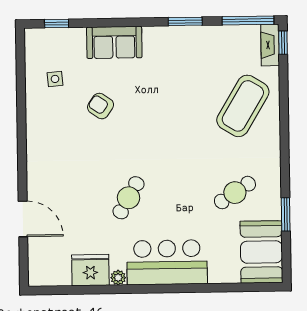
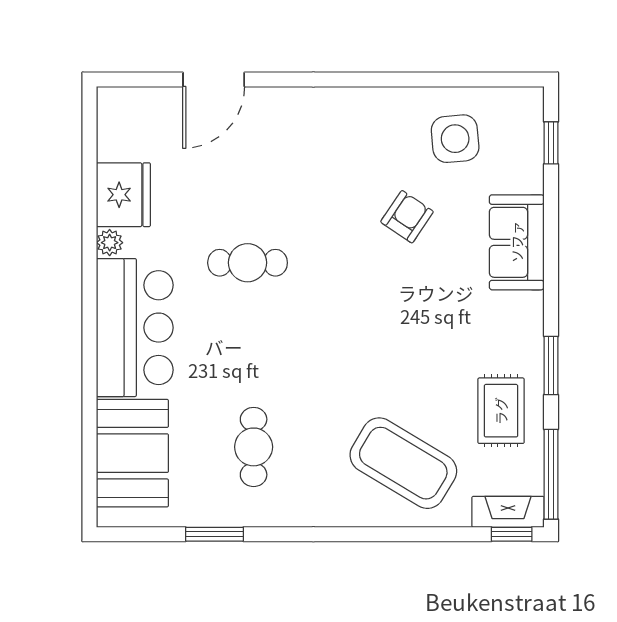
rug: (212, 50) -> (501, 411), added
side table: (55, 79) -> (455, 139), width x1.87, depth x1.87
cafe table: (235, 193) -> (254, 447), turned 33
cafe table: (129, 198) -> (248, 263), turned -30
booth: (261, 252) -> (132, 453), moved, turned 90

